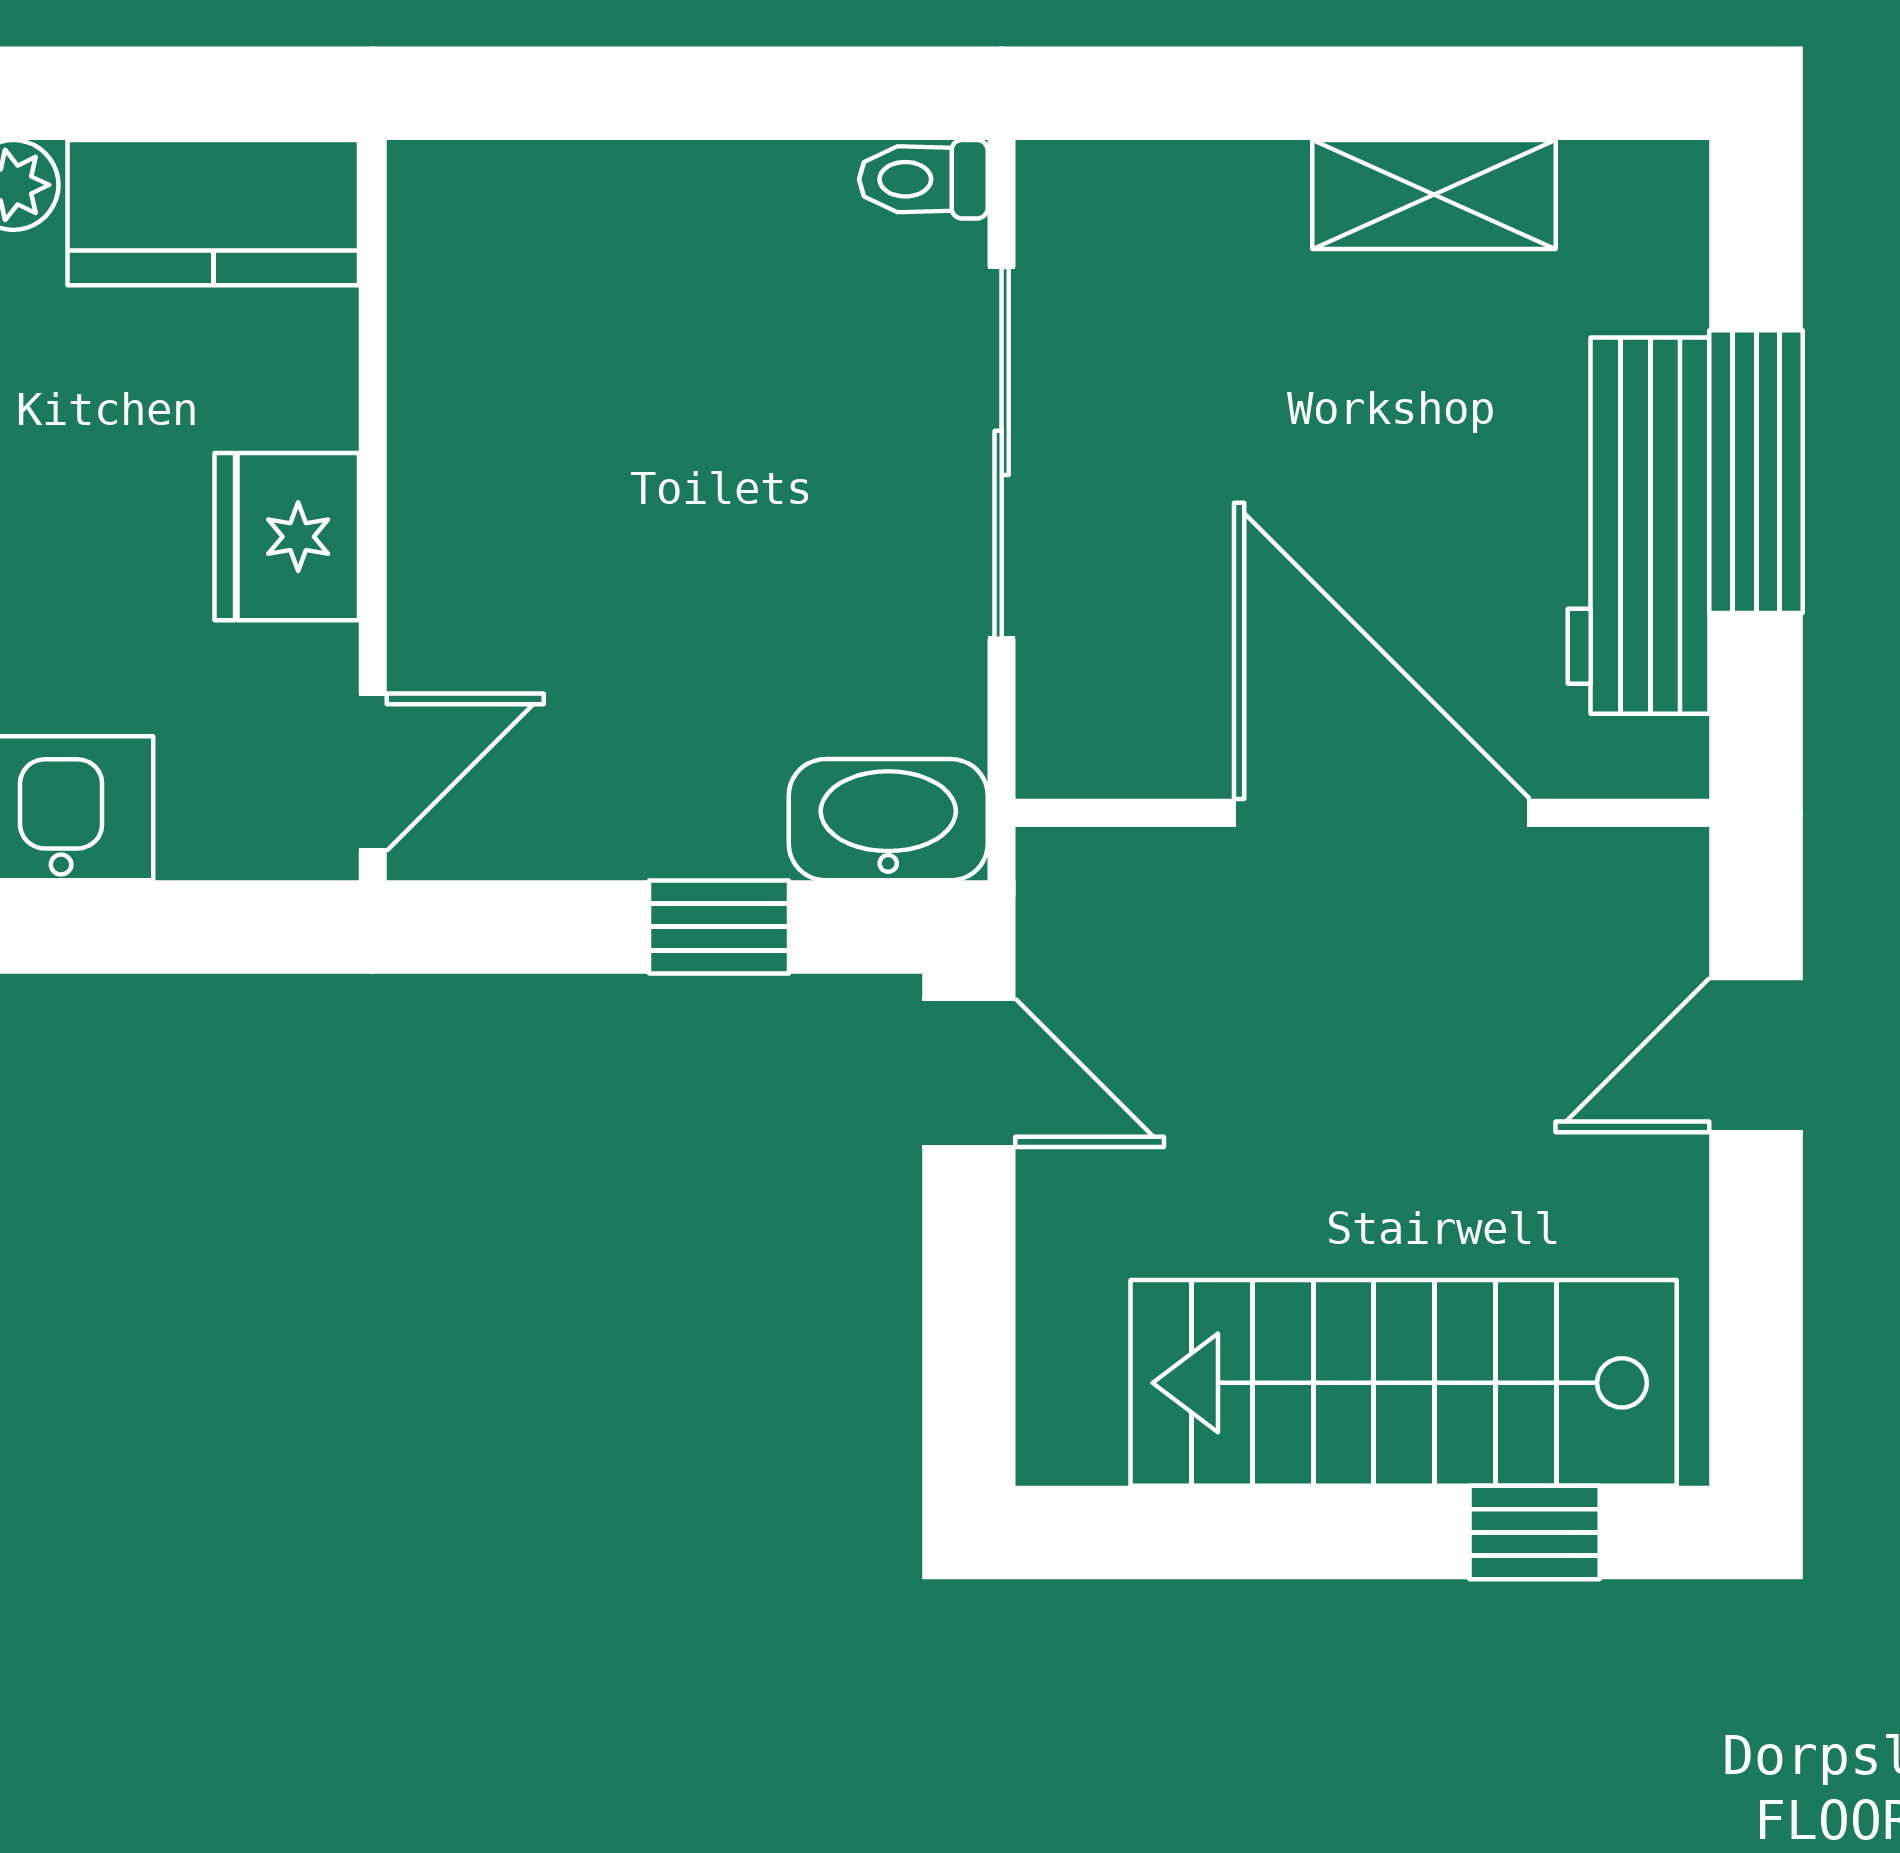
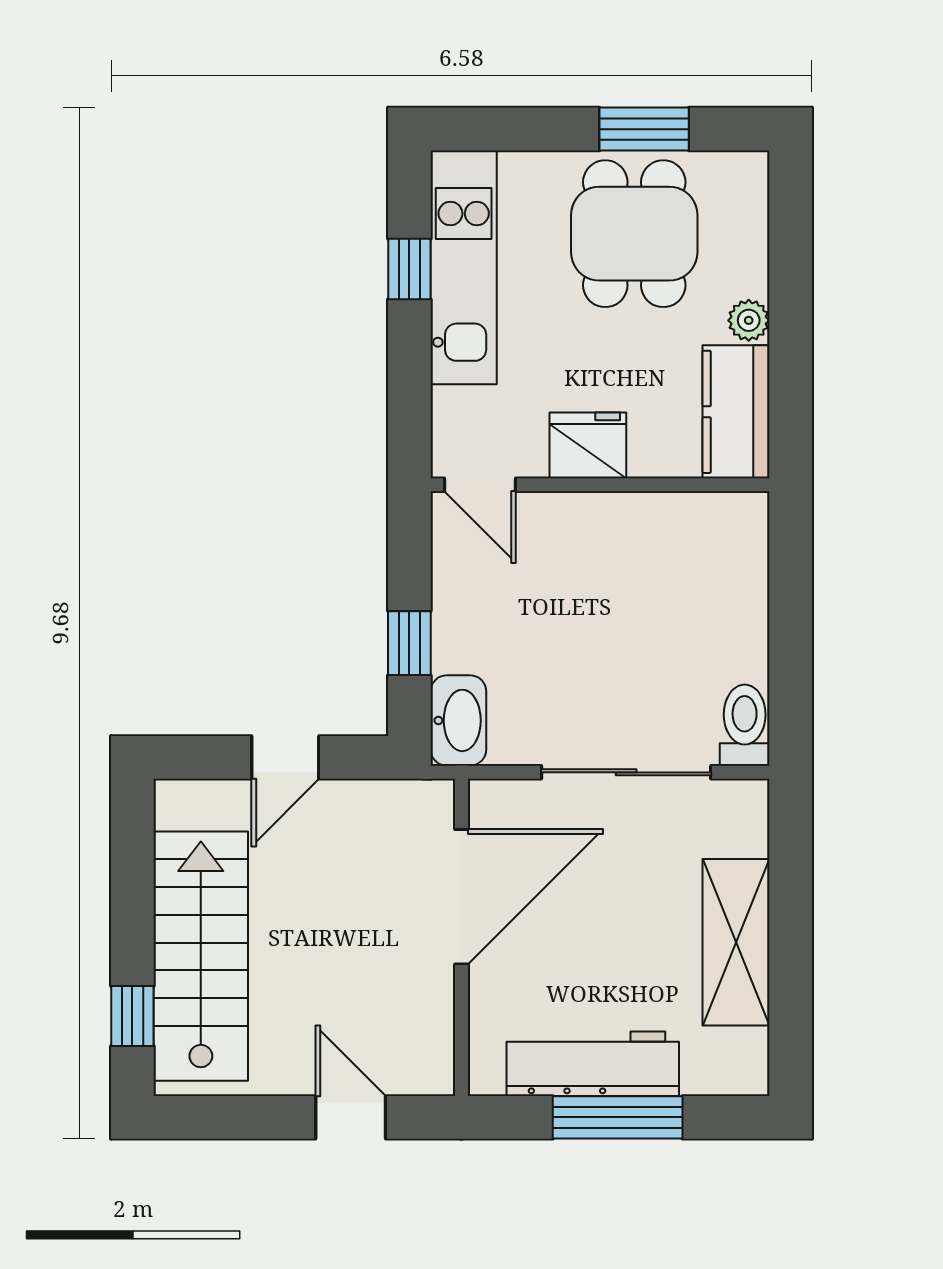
toilet: (923, 179) -> (745, 725), width x1.37, depth x1.39
shelving: (1434, 194) -> (736, 942), width x1.50, depth x1.33
door: (1382, 813) -> (462, 897), moved
door: (969, 1073) -> (285, 757), moved

